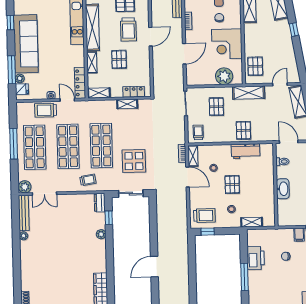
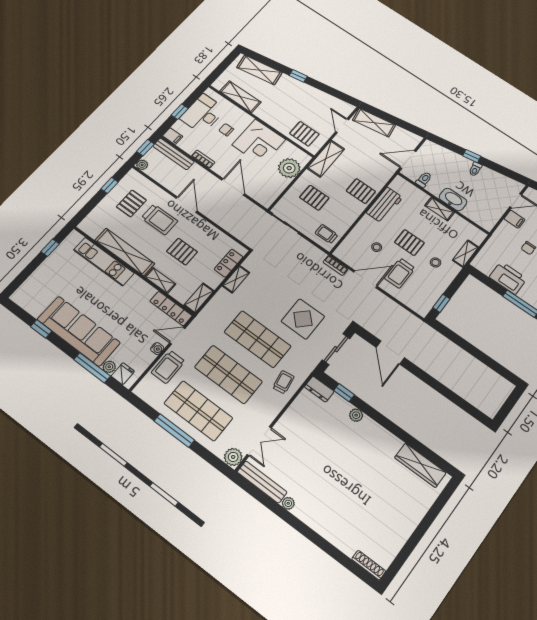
shelving: (193, 156) -> (440, 209), moved
trolley: (204, 216) -> (400, 273), moved, turned 180
door: (154, 267) -> (390, 353), moved

